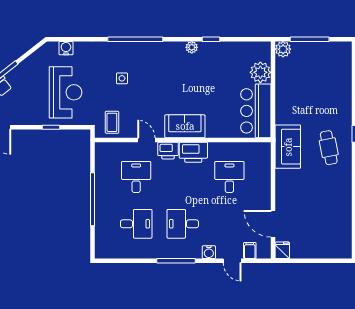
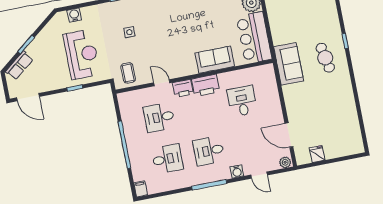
sofa: (185, 126) -> (215, 60), moved
desk: (136, 177) -> (159, 117), turned -90
fridge: (282, 250) -> (317, 154), moved
filing cabinet: (250, 251) -> (141, 189), moved
plant: (263, 253) -> (285, 162), added

